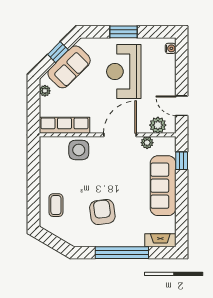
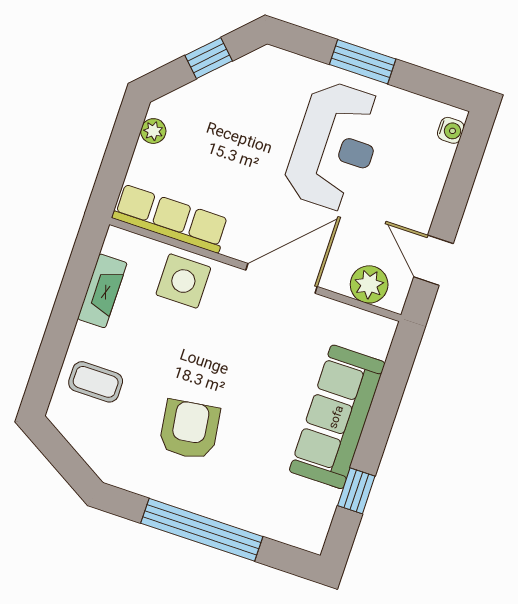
sofa: (69, 67) -> (222, 97), removed
reception desk: (124, 72) -> (335, 146), turned 180
plant: (147, 143) -> (334, 314), removed
window: (182, 161) -> (356, 491), moved
coffee table: (56, 205) -> (96, 382), turned 90
fireplace: (160, 240) -> (102, 291), moved, turned 90

